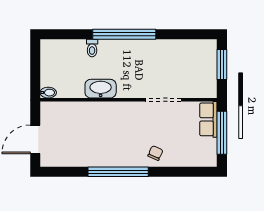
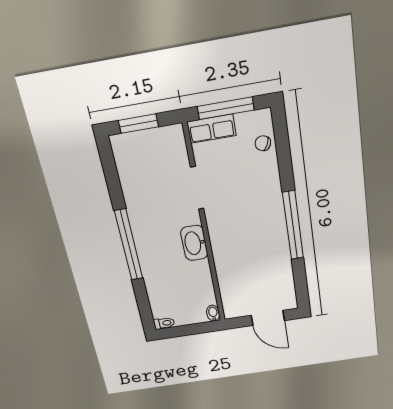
toilet: (92, 48) -> (164, 323), moved
washbasin: (101, 89) -> (194, 243), moved
chair: (155, 153) -> (263, 143), moved

